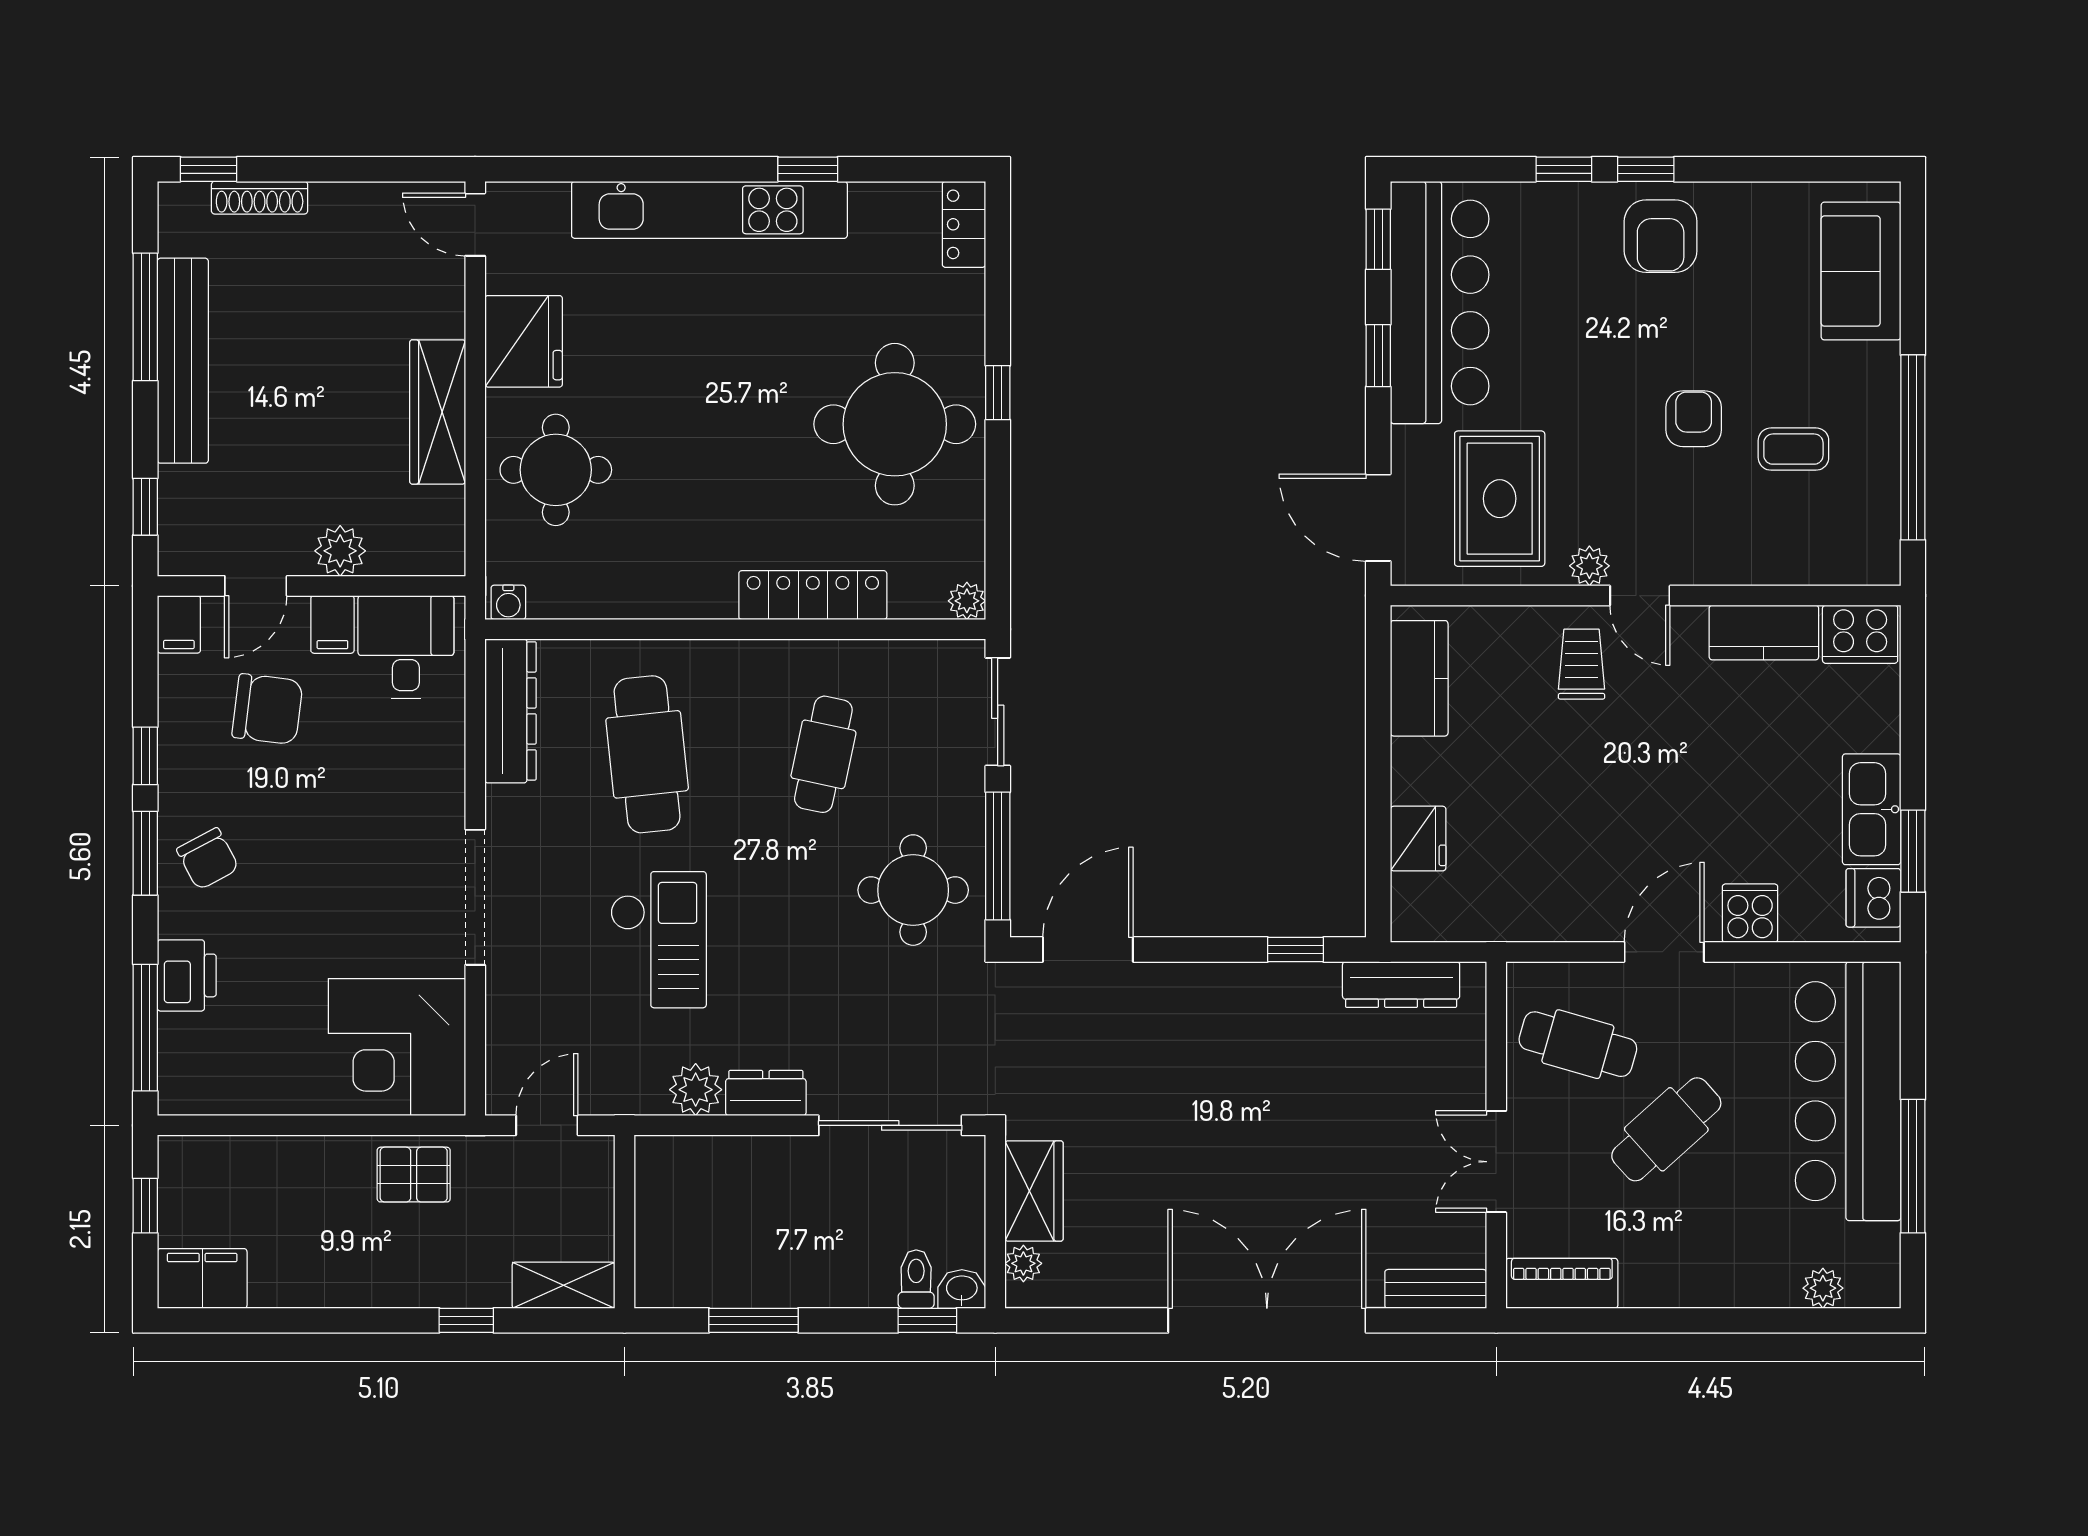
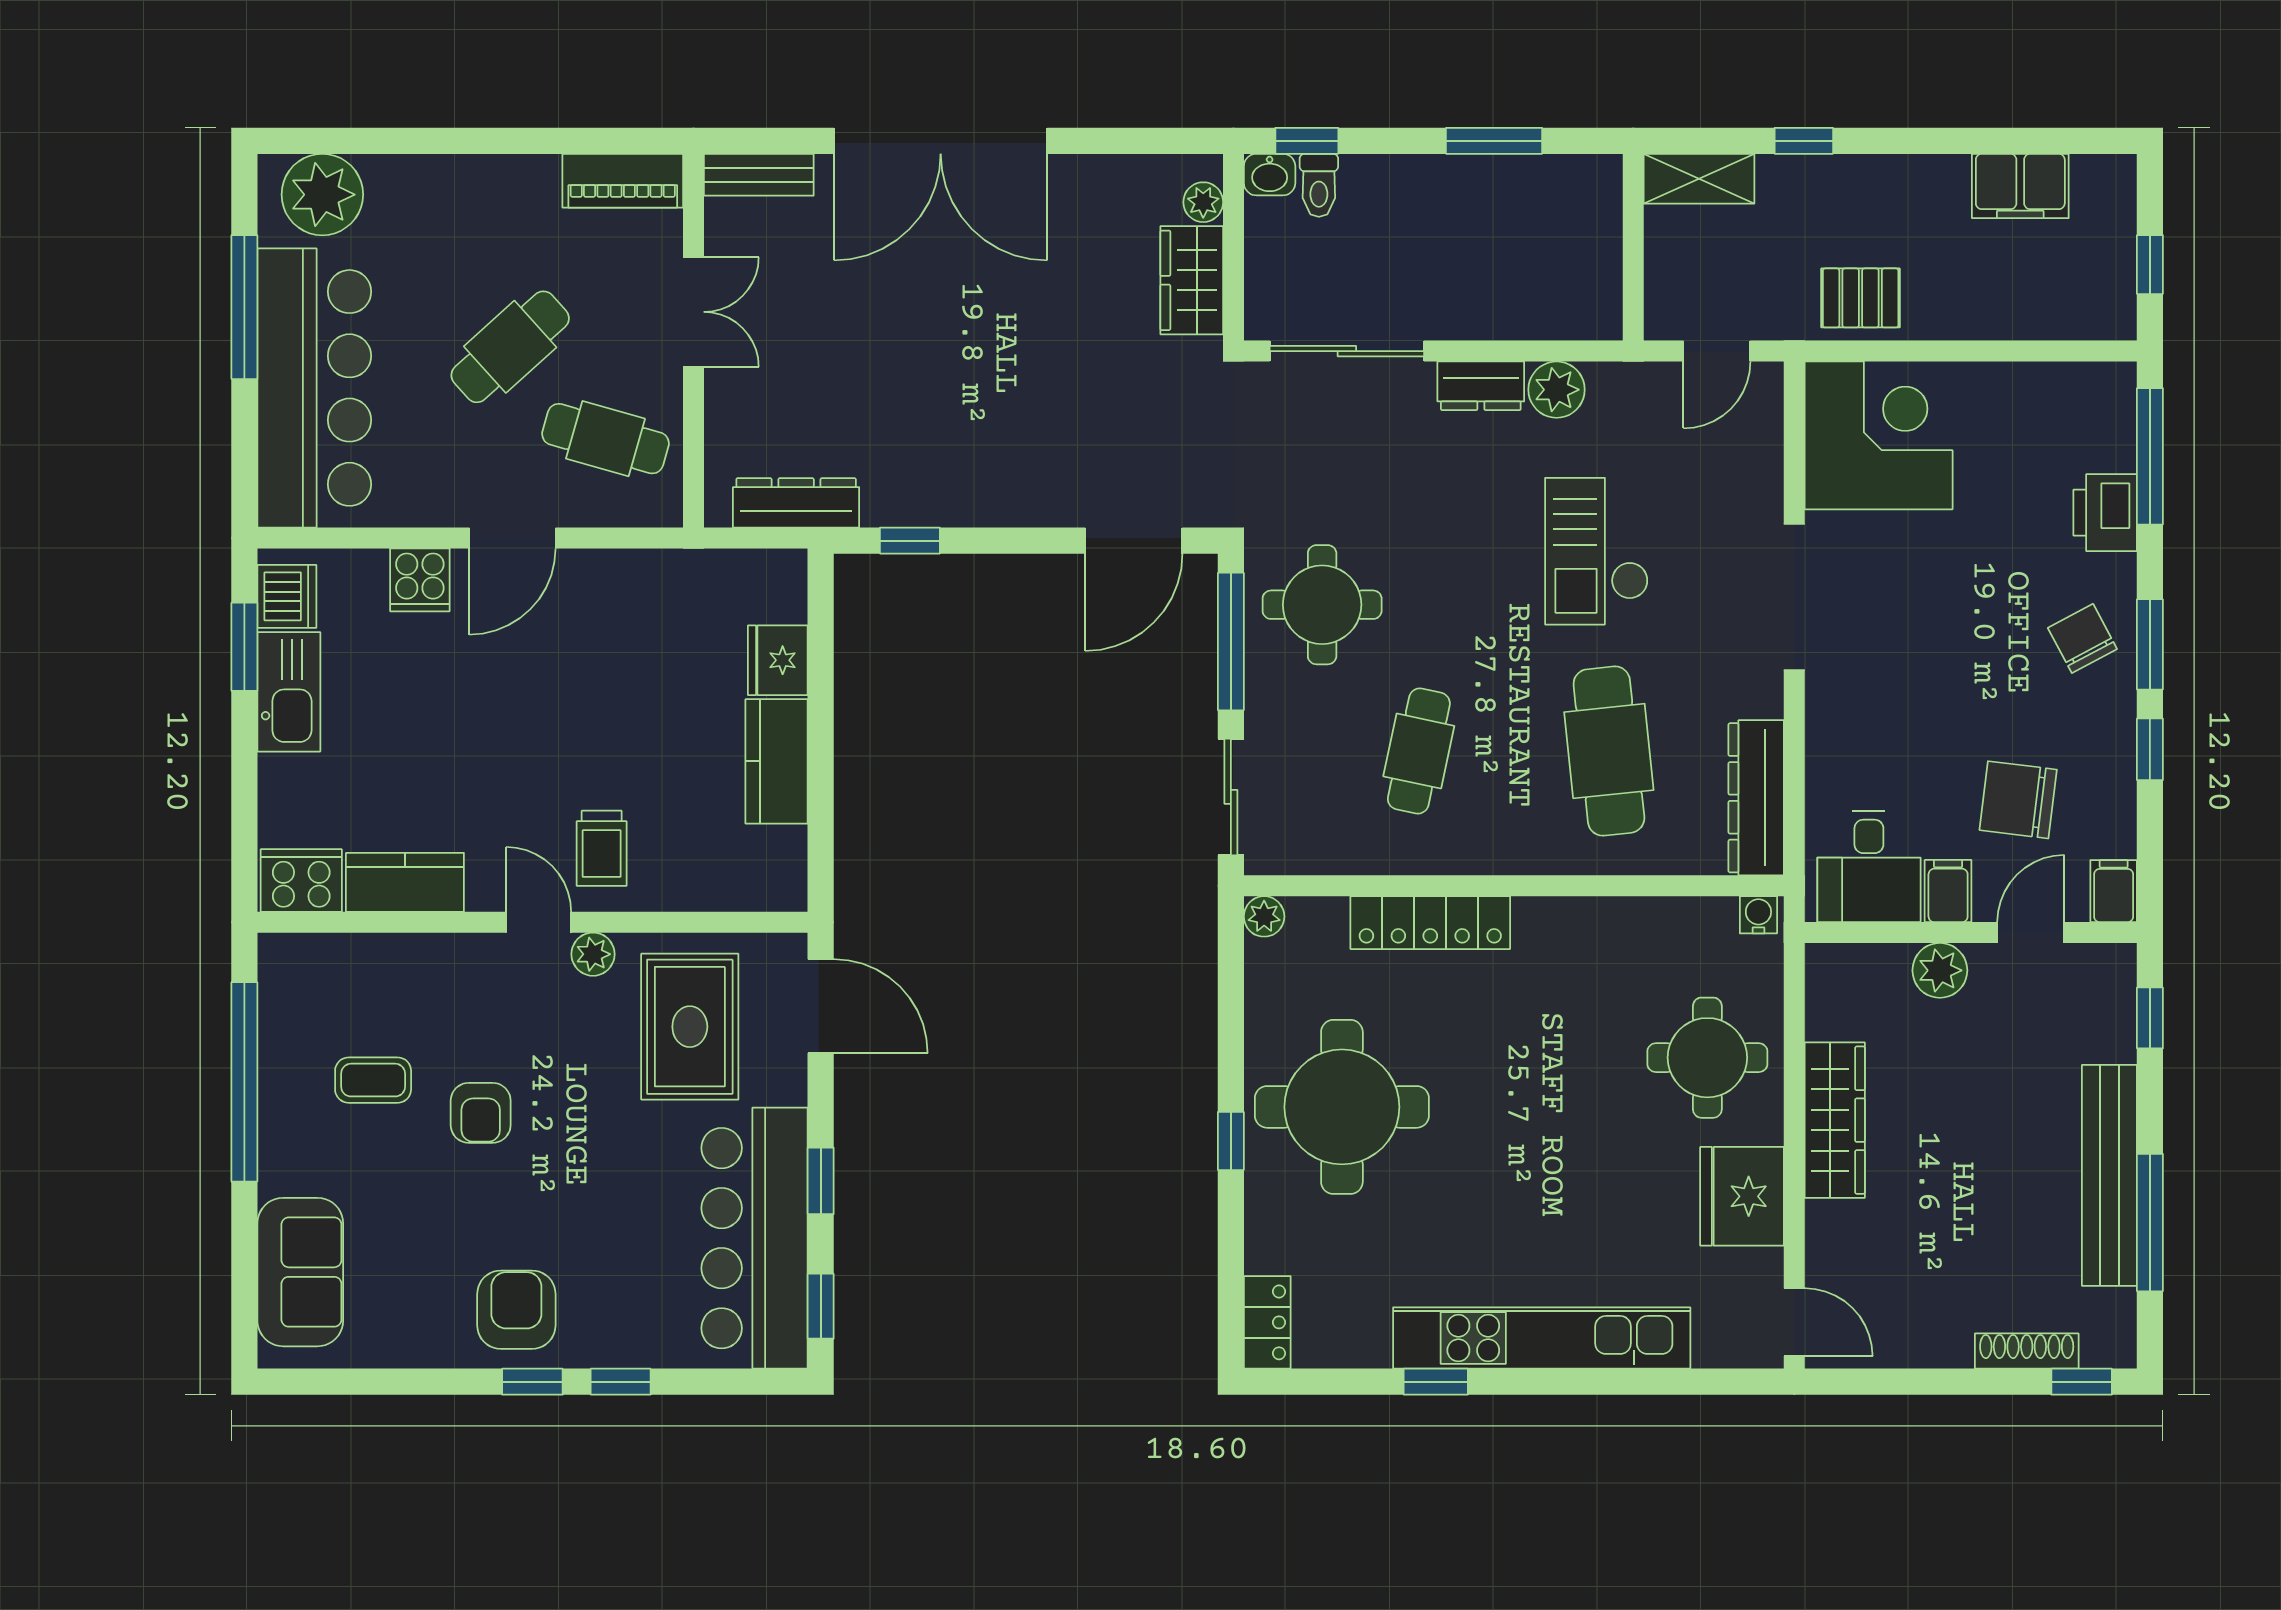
kitchen counter: (1419, 678) -> (777, 761), moved
filing cabinet: (202, 1278) -> (2020, 186), moved
plant: (1823, 1288) -> (322, 195), width x1.87, depth x1.87

